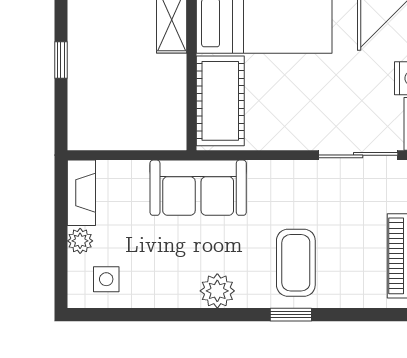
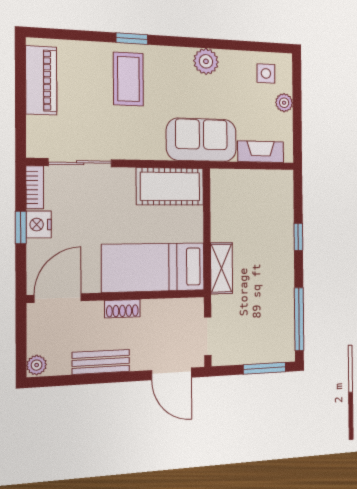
cot: (220, 101) -> (170, 186), moved, turned 90
fireplace: (81, 193) -> (261, 152), moved, turned 90
plant: (217, 291) -> (206, 61), moved

